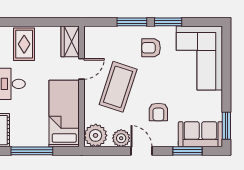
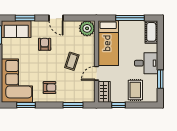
window: (49, 22) -> (118, 105), added
window: (132, 22) -> (73, 105), moved
window: (168, 22) -> (26, 105), moved
coffee table: (118, 87) -> (72, 61), width x0.54, depth x0.58
plant: (121, 138) -> (70, 26), removed

